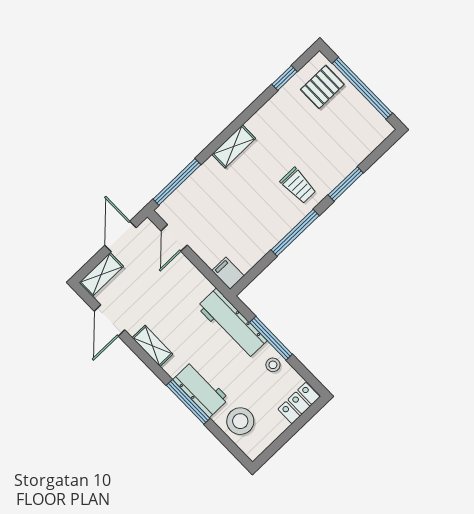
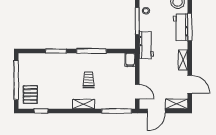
pallet: (322, 87) -> (30, 94), turned 90
trolley: (298, 186) -> (89, 80), moved
door: (174, 238) -> (137, 92), hinge flipped
door: (110, 320) -> (190, 84), hinge flipped
workbench: (232, 324) -> (146, 45), width x0.73

